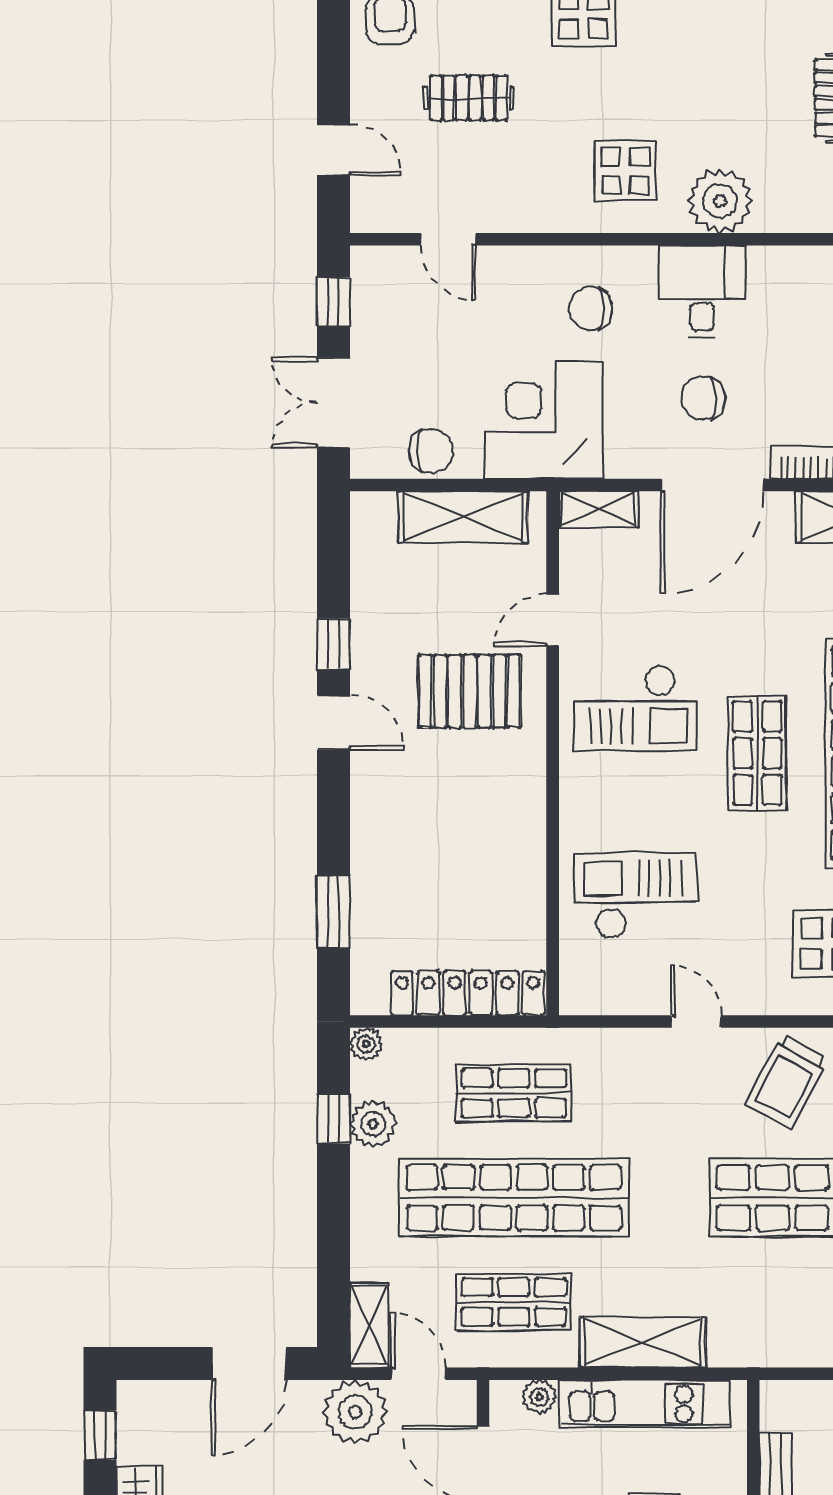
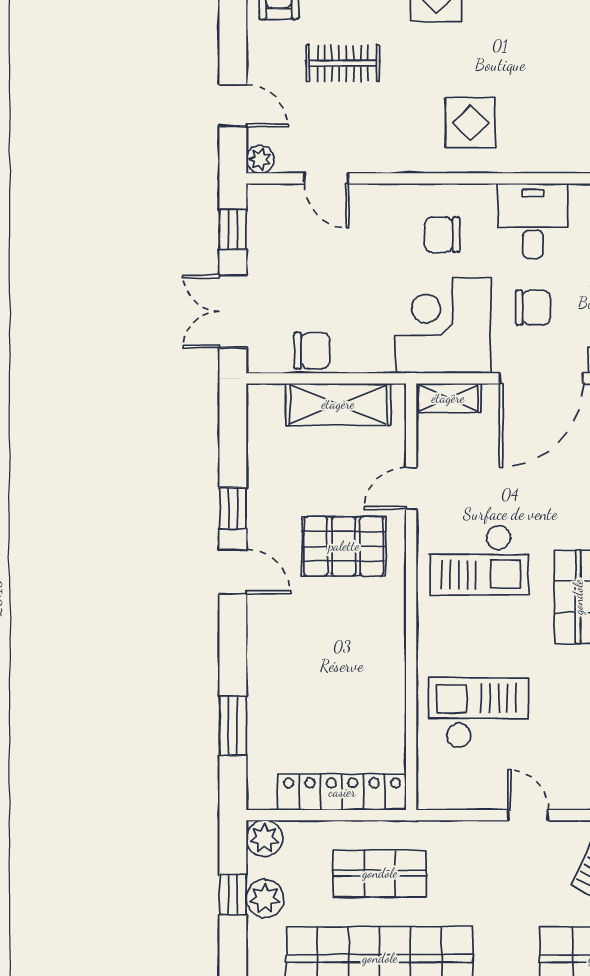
plant: (720, 201) -> (260, 159), moved, width x0.53, depth x0.53
chair: (703, 398) -> (533, 308), turned 180
corner desk: (544, 420) -> (443, 326), moved
plant: (366, 1044) -> (264, 838), width x1.38, depth x1.38

